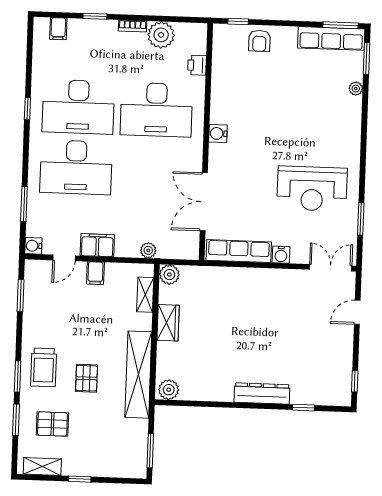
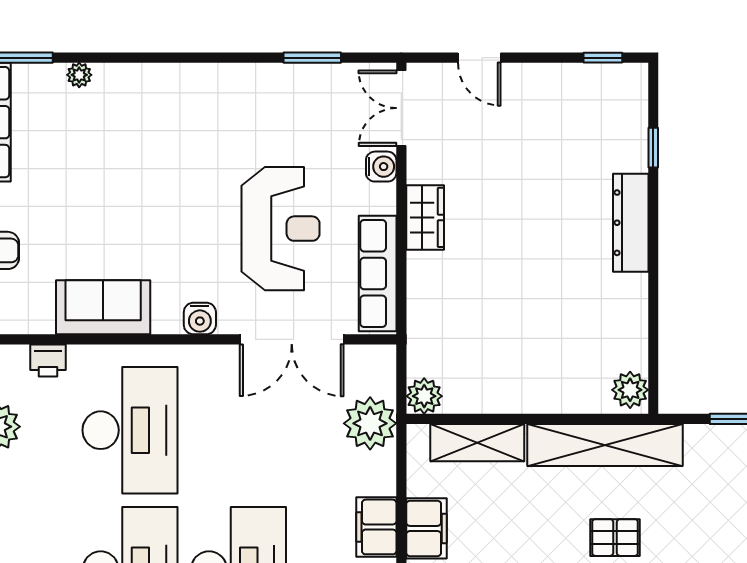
sofa: (226, 97) -> (103, 307), added
water cooler: (218, 133) -> (200, 319), moved
reception desk: (312, 189) -> (281, 229), moved
plant: (148, 250) -> (370, 423), width x1.88, depth x1.88
water cooler: (281, 255) -> (381, 167), moved
filing cabinet: (95, 273) -> (426, 528), width x2.00
shelving: (145, 295) -> (477, 443), width x1.50, depth x1.33
wardrobe: (168, 323) -> (425, 217), moved, turned 90

